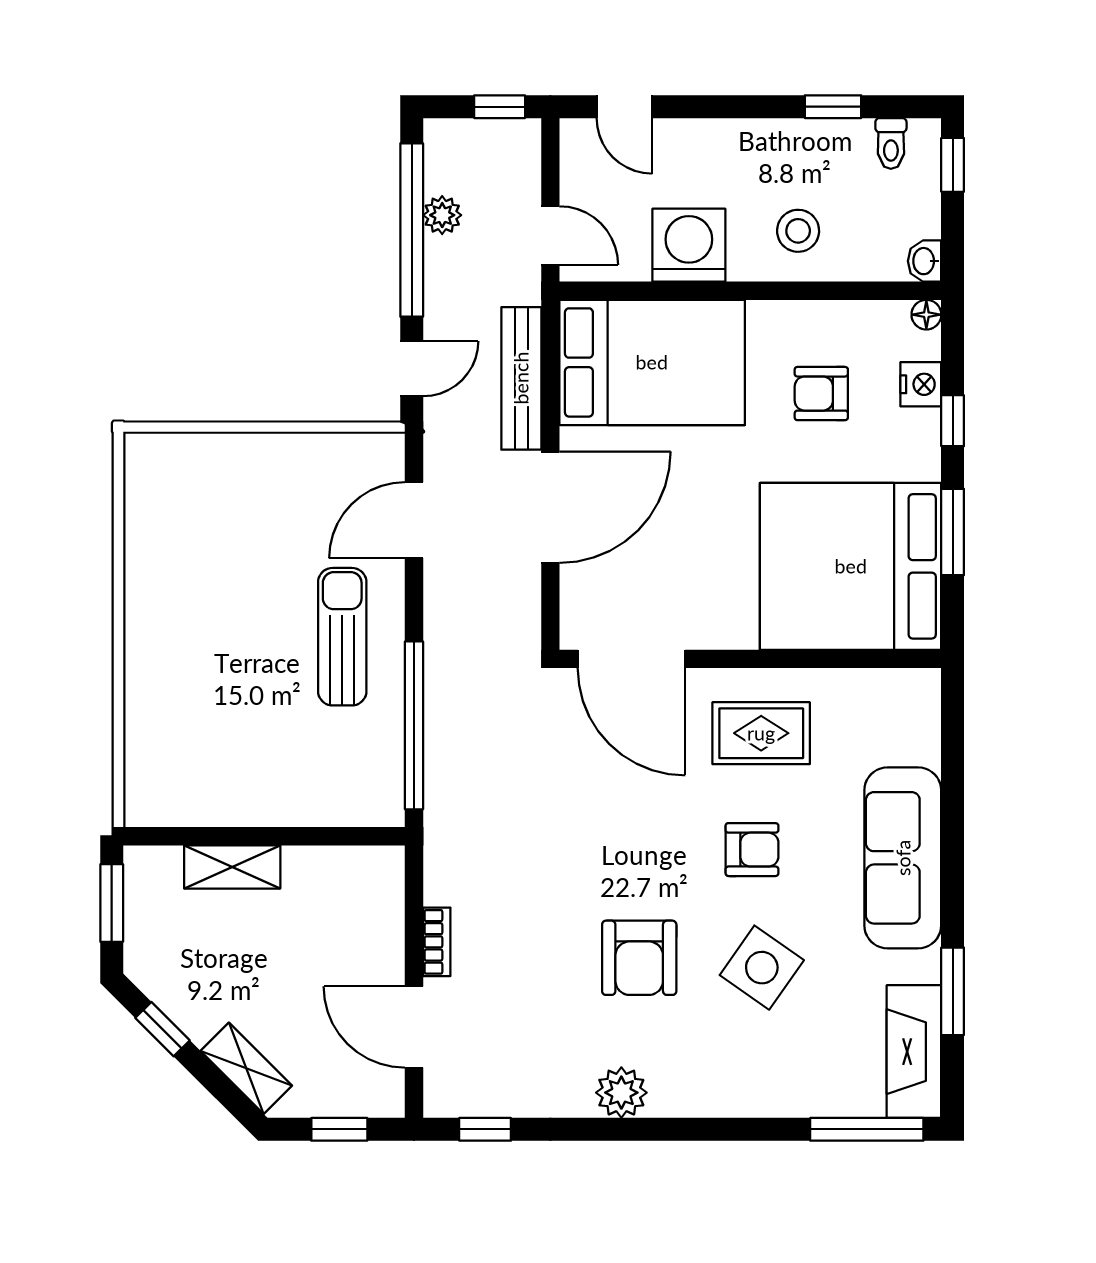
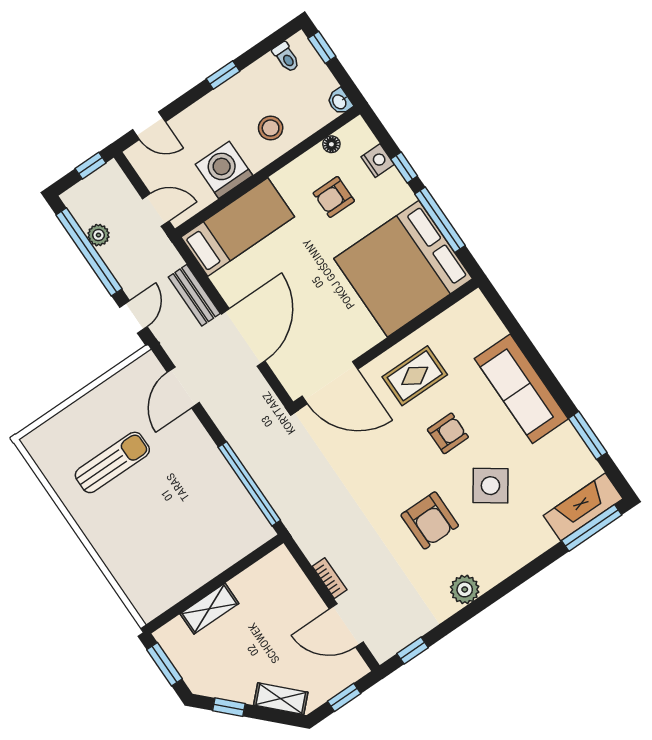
window: (833, 107) -> (223, 75), moved
floor lamp: (926, 315) -> (331, 144), moved
bed: (652, 362) -> (238, 227), width x0.67
bench: (521, 378) -> (194, 295), width x0.73
window: (953, 532) -> (440, 220), width x1.44
sun lounger: (342, 637) -> (112, 462), moved, turned 90
fireplace: (914, 1052) -> (583, 507), moved, turned 90

